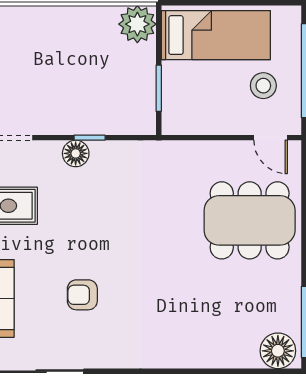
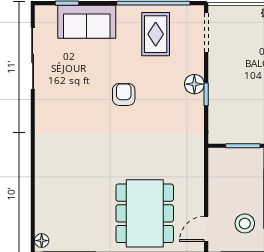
armchair: (82, 295) -> (124, 94), moved
floor lamp: (278, 351) -> (42, 241), width x0.53, depth x0.53

